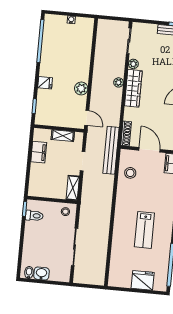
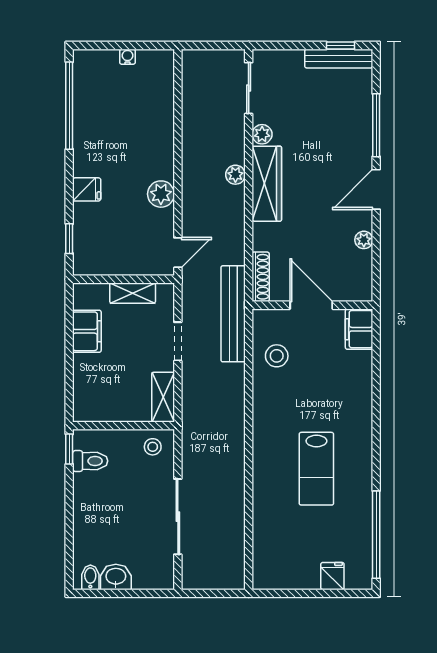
door: (87, 118) -> (178, 253), hinge flipped
fridge: (143, 280) -> (332, 576), width x0.53, depth x0.75

